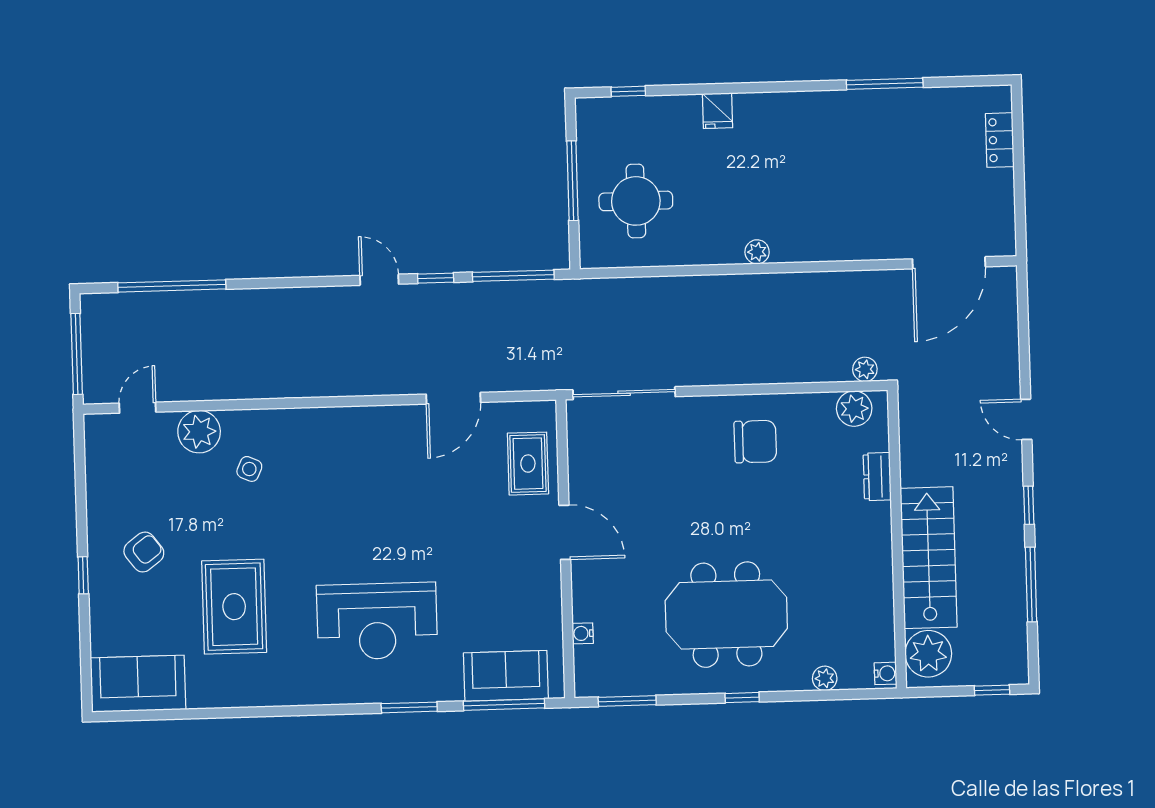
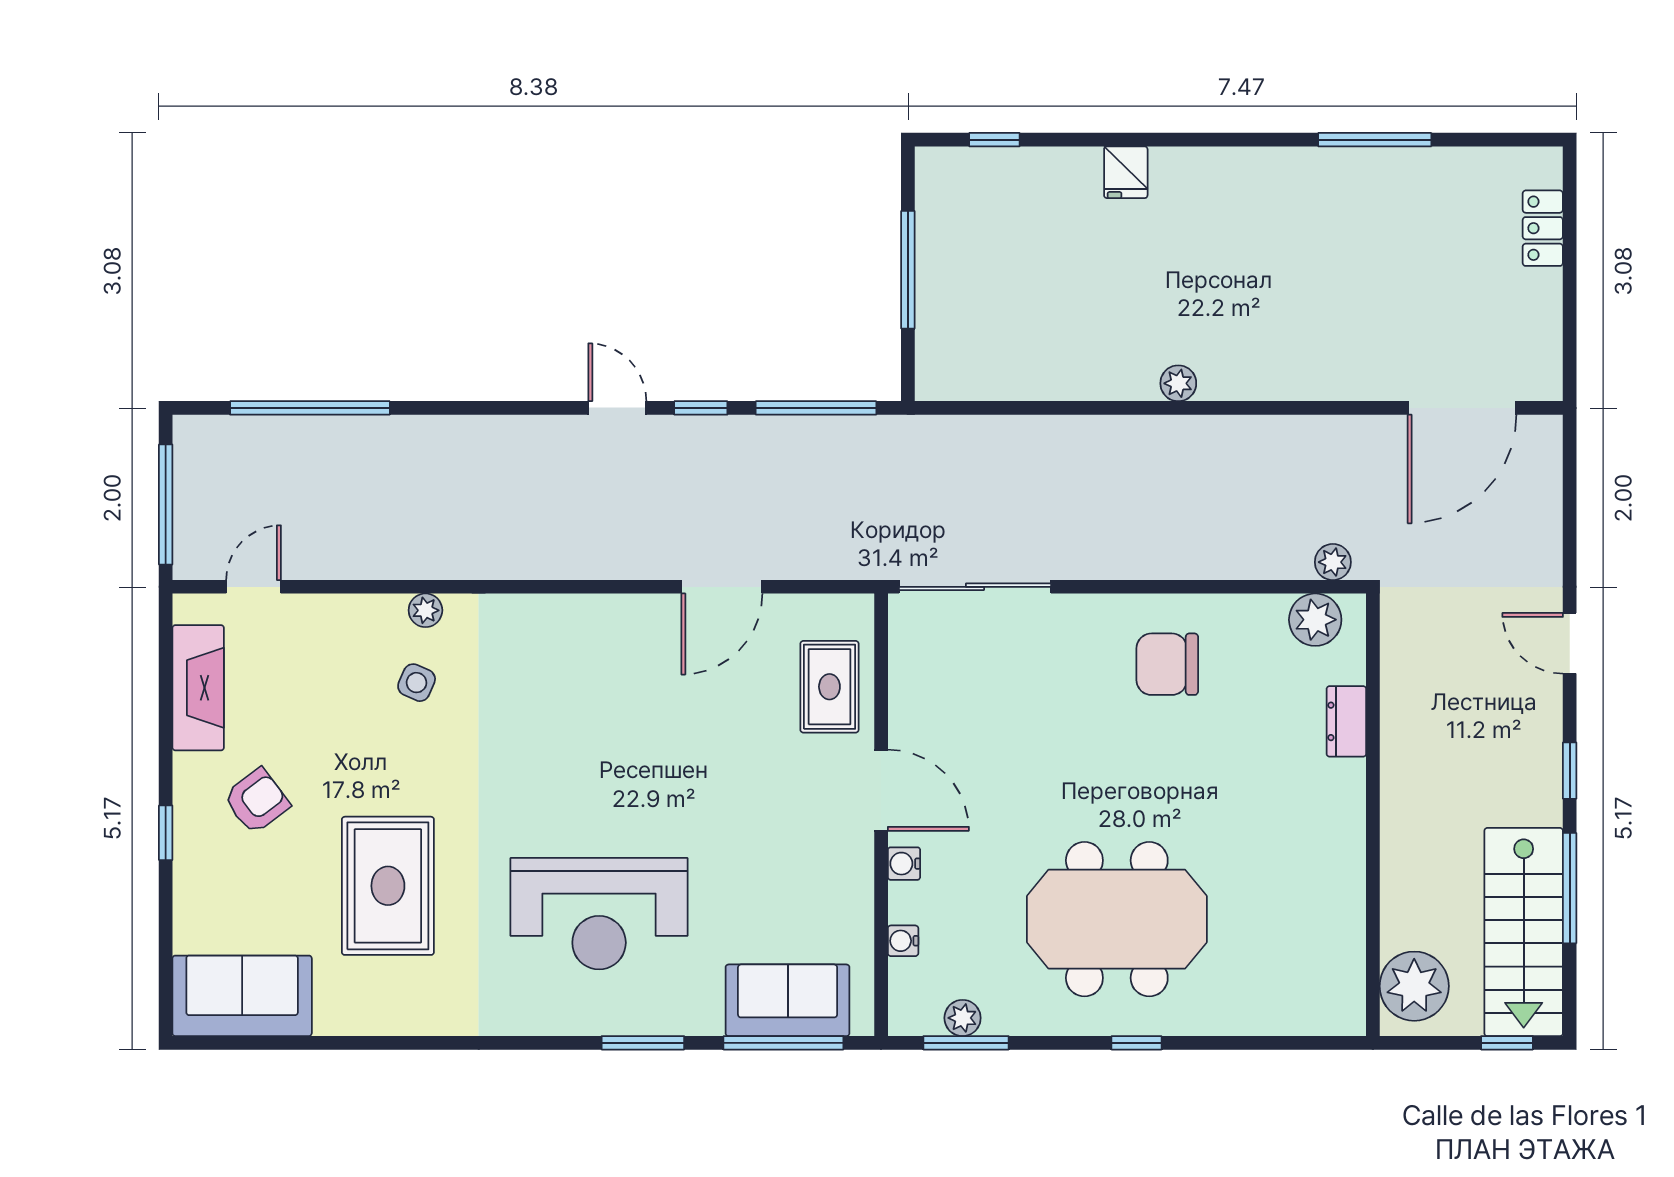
round table: (636, 201) -> (1001, 302), removed
plant: (199, 432) -> (425, 610), moved, width x0.53, depth x0.53
chair: (755, 442) -> (1167, 664), turned 180
fireplace: (102, 477) -> (198, 688), added
stairs: (929, 558) -> (1524, 932), moved, turned 180
water cooler: (885, 673) -> (904, 864), moved, turned 180
plant: (825, 678) -> (963, 1018), moved

